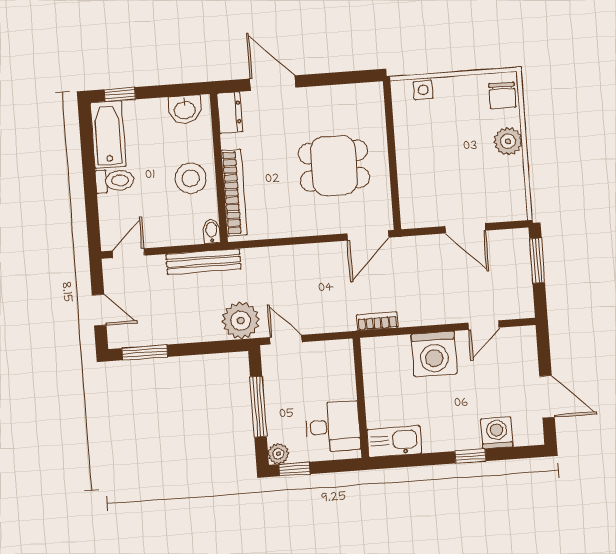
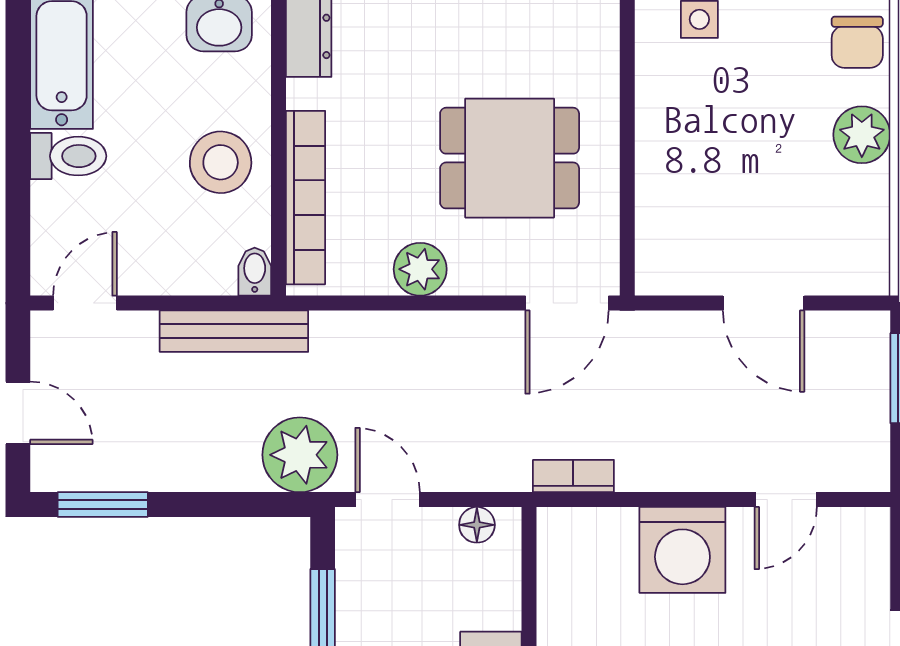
plant: (294, 224) -> (420, 269), added
floor lamp: (331, 349) -> (477, 525), added

